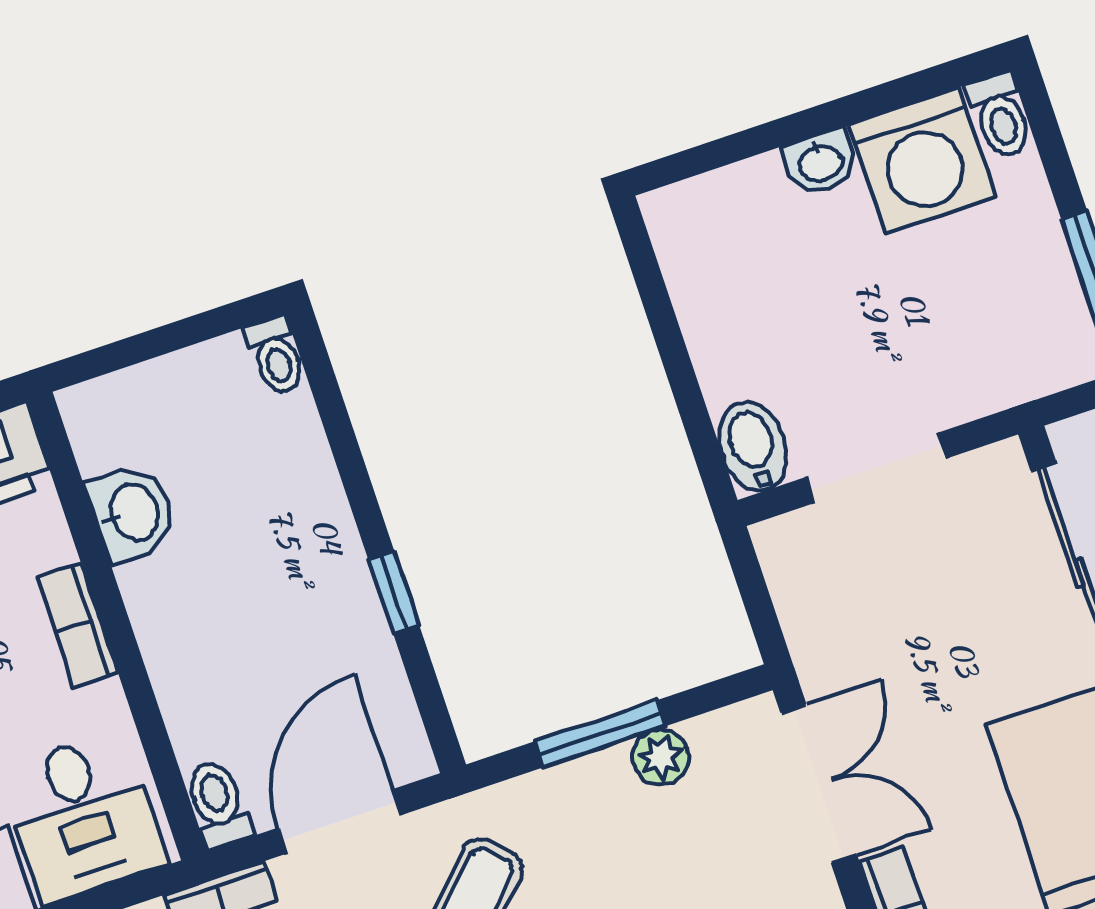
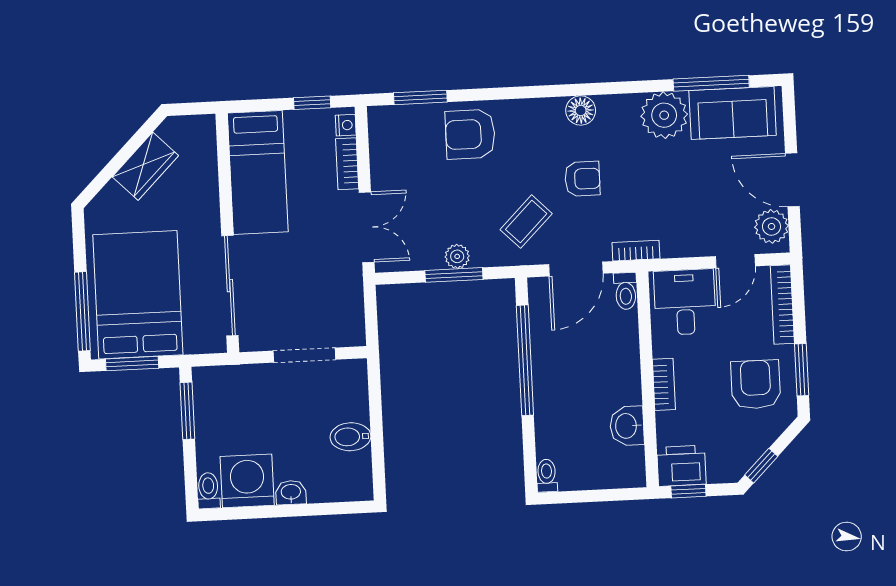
bidet: (753, 447) -> (350, 437), moved, turned 90
window: (394, 592) -> (525, 360), width x3.17
plant: (660, 757) -> (457, 256), moved
double door: (819, 784) -> (367, 227), swing flipped

